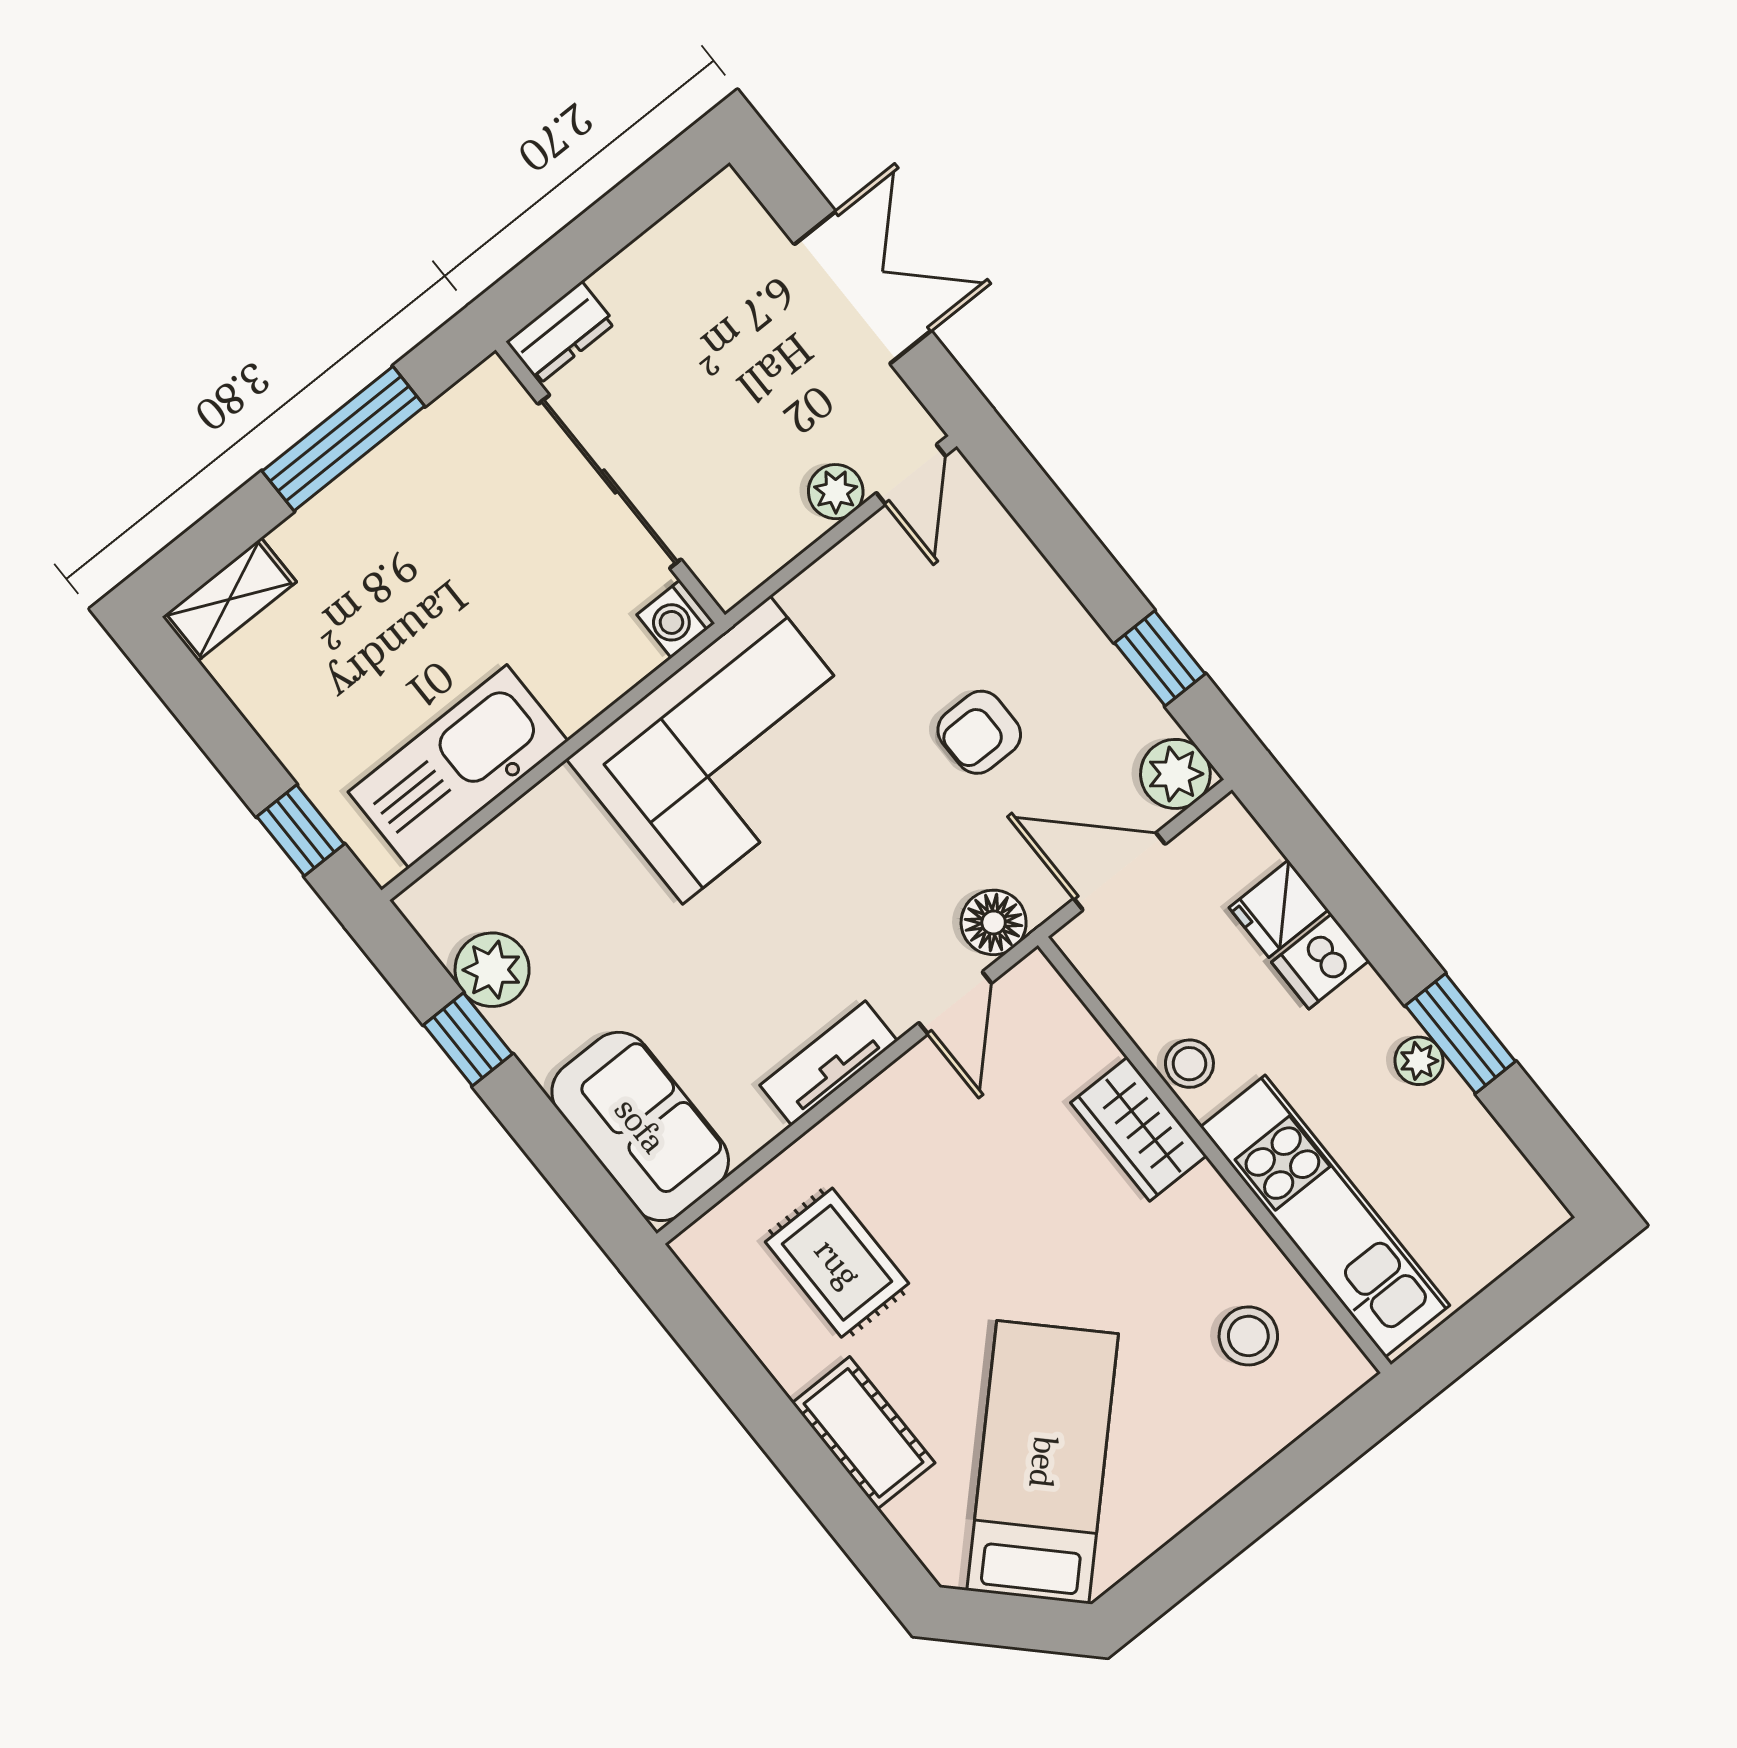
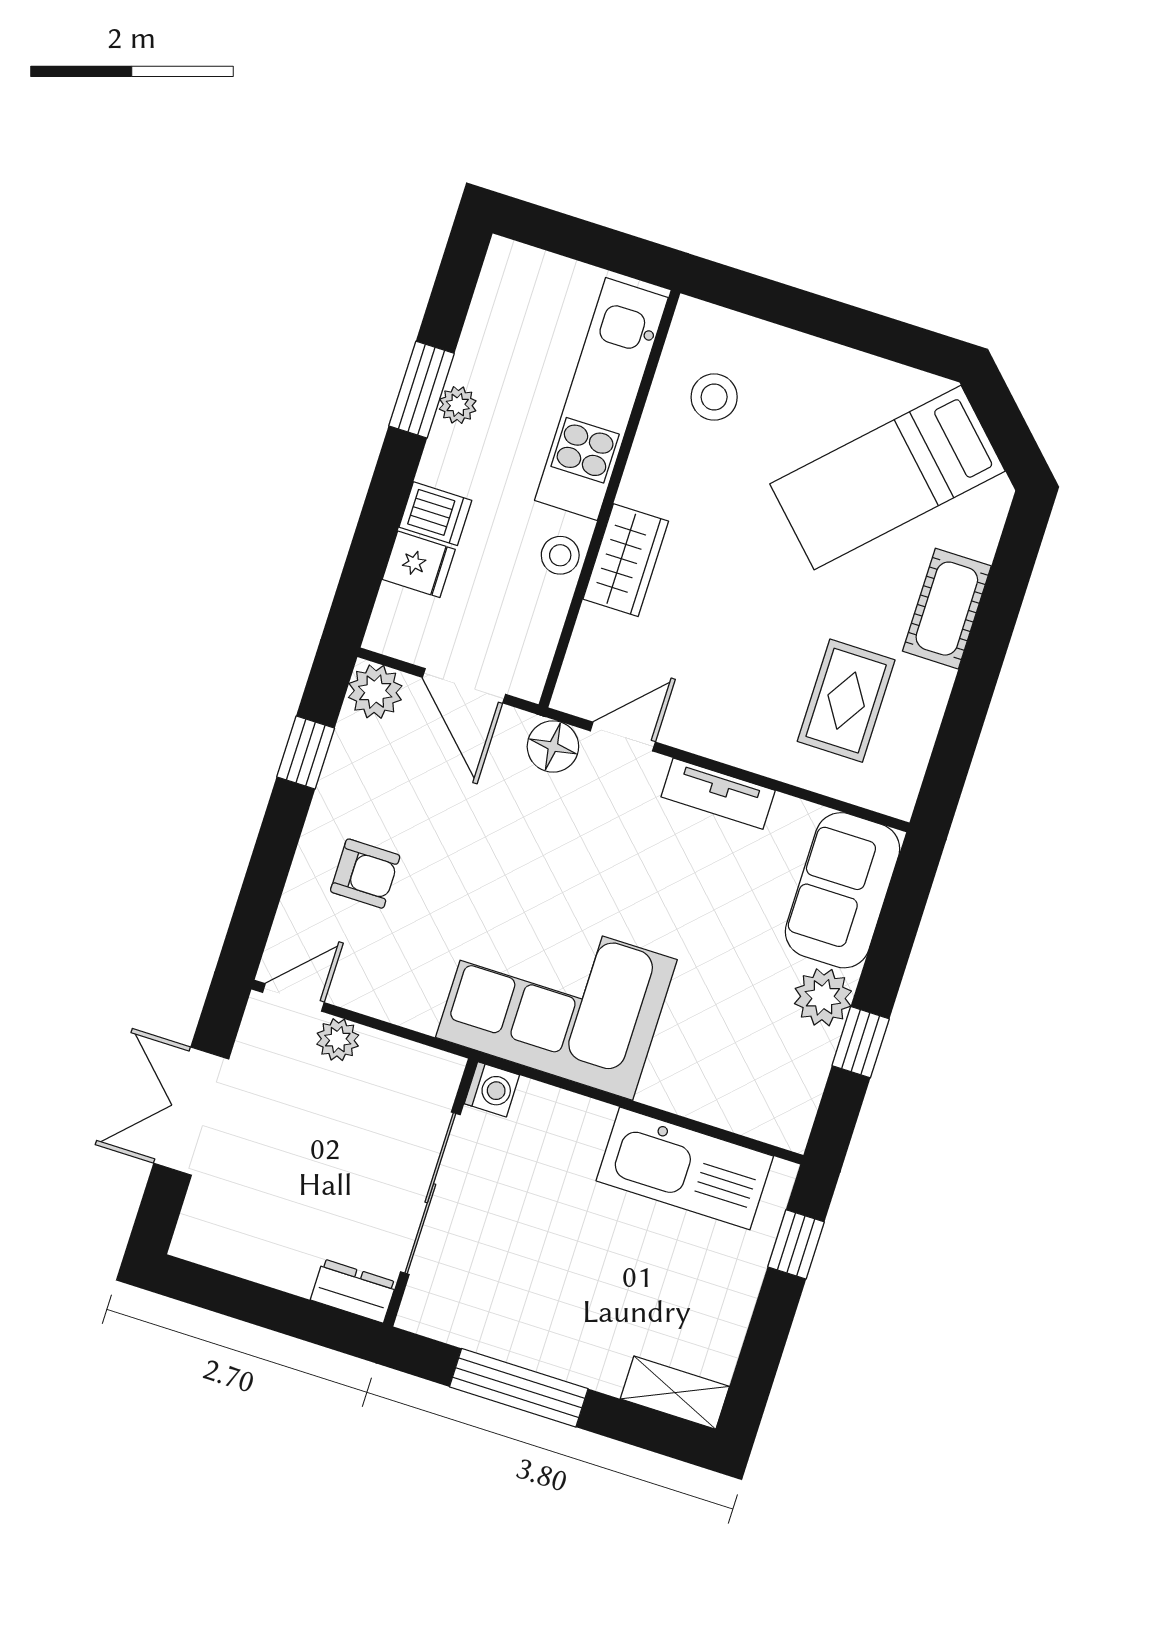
armchair: (979, 732) -> (365, 874), moved
plant: (492, 970) -> (823, 997), moved

